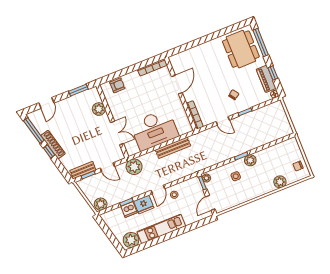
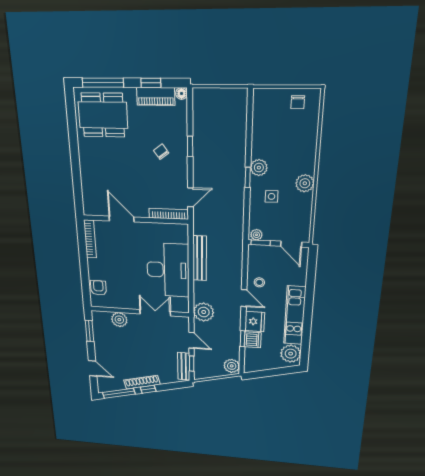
door: (223, 121) -> (190, 197), moved
door: (107, 167) -> (191, 340), hinge flipped
plant: (280, 182) -> (305, 183), moved

